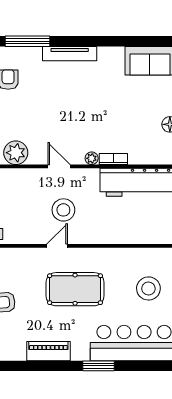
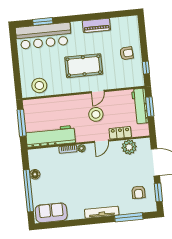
door: (59, 166) -> (101, 141), hinge flipped
locker: (28, 177) -> (120, 133), added
stool: (148, 288) -> (39, 85), moved
window: (98, 366) -> (43, 21), moved

